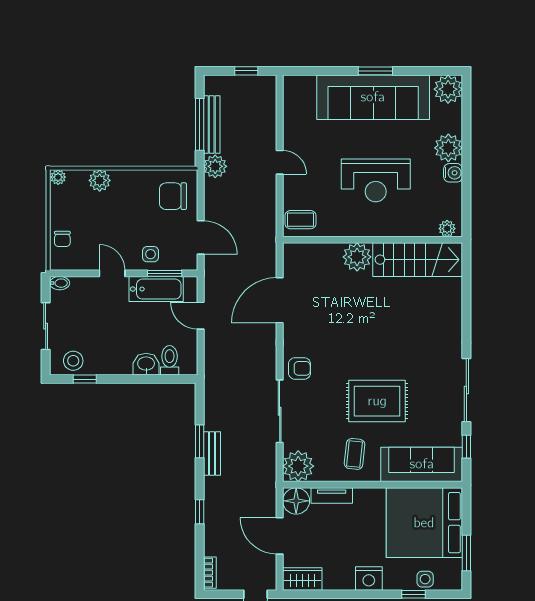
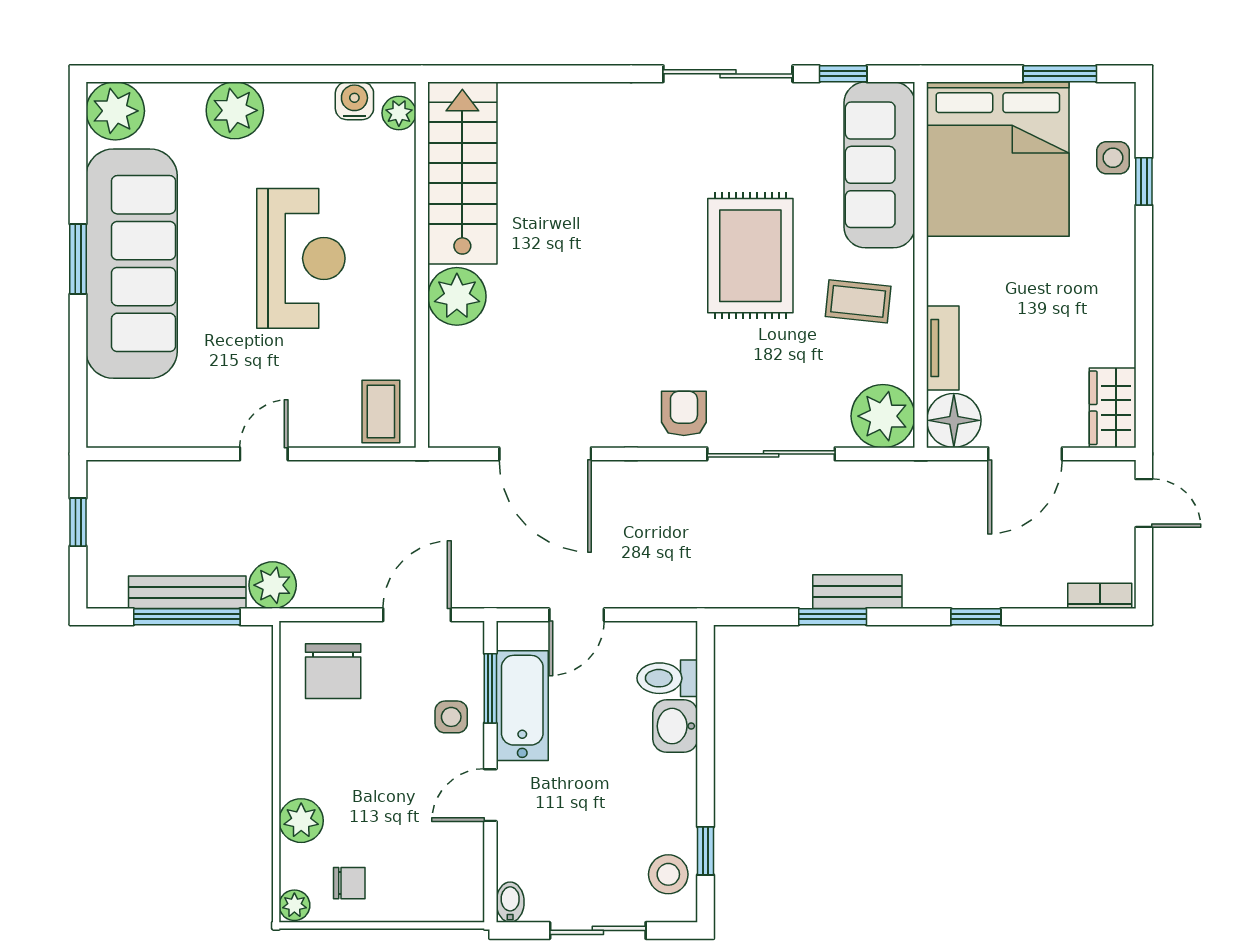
water cooler: (453, 173) -> (354, 101), moved
chair: (62, 239) -> (349, 883), moved
nightstand: (369, 578) -> (1112, 272), removed

